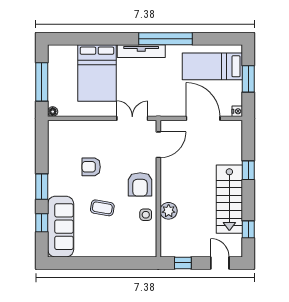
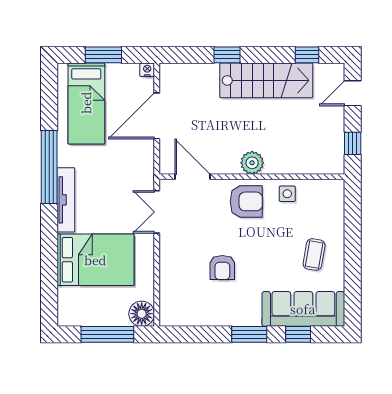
floor lamp: (53, 112) -> (142, 314), width x1.89, depth x1.89
coffee table: (102, 208) -> (314, 255), moved
plant: (169, 211) -> (252, 163), moved

